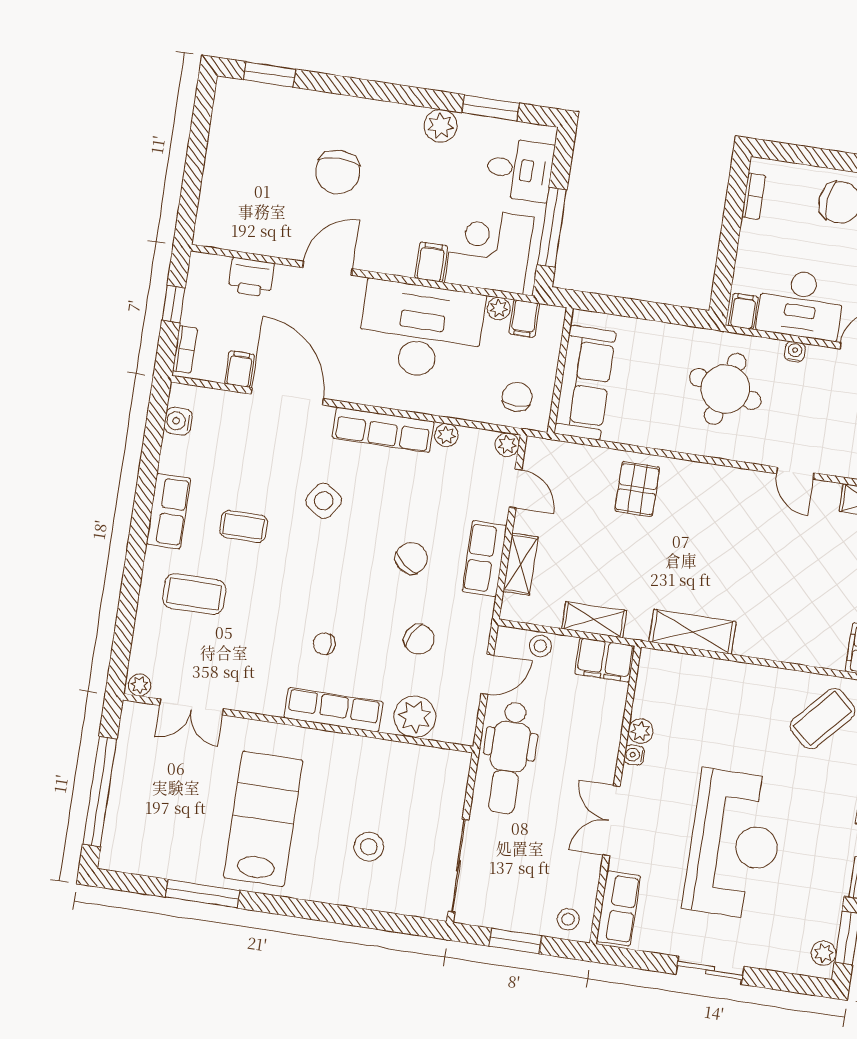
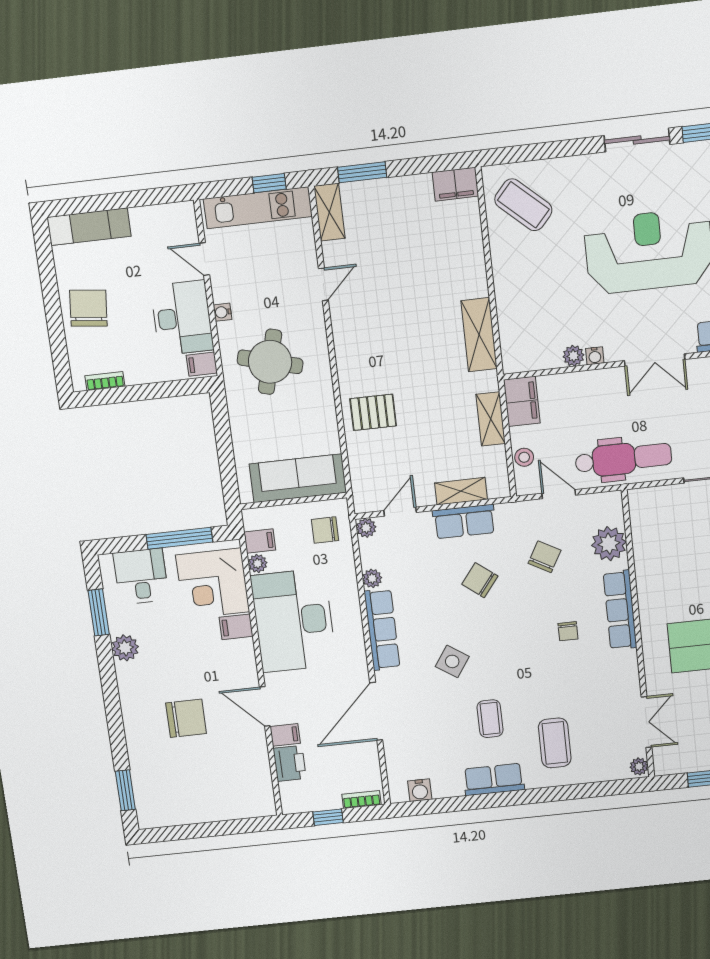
filing cabinet: (240, 369) -> (285, 735), moved, turned 180

